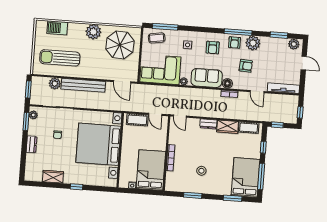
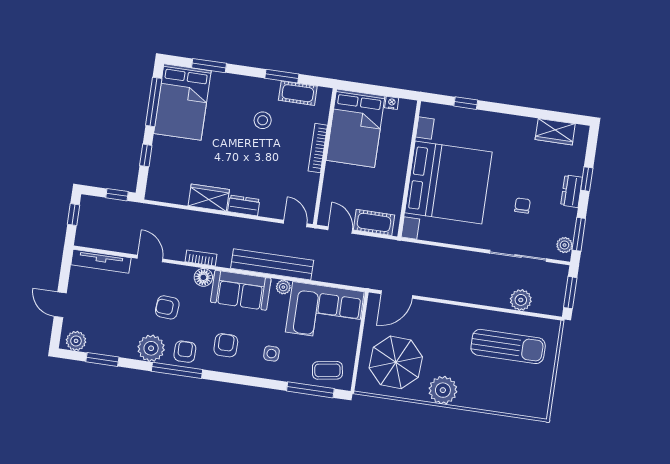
barbecue: (57, 28) -> (509, 402), removed
door: (122, 82) -> (397, 295), swing flipped
bench: (83, 85) -> (272, 264), moved
cot: (249, 128) -> (298, 93), moved
window: (24, 151) -> (587, 179), added
wardrobe: (53, 177) -> (555, 132), moved
window: (77, 187) -> (466, 103), moved

